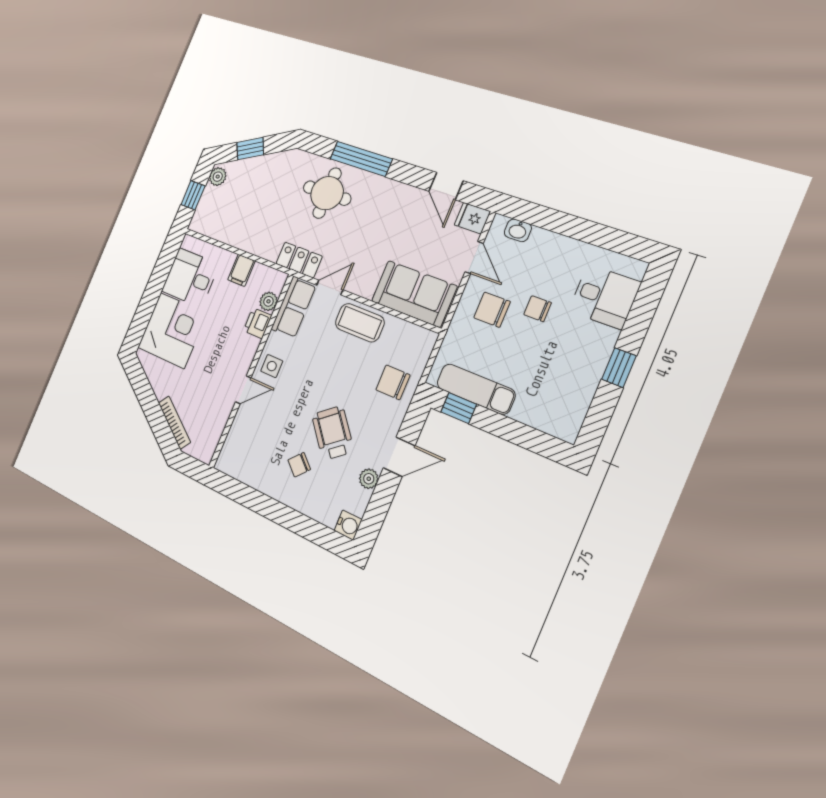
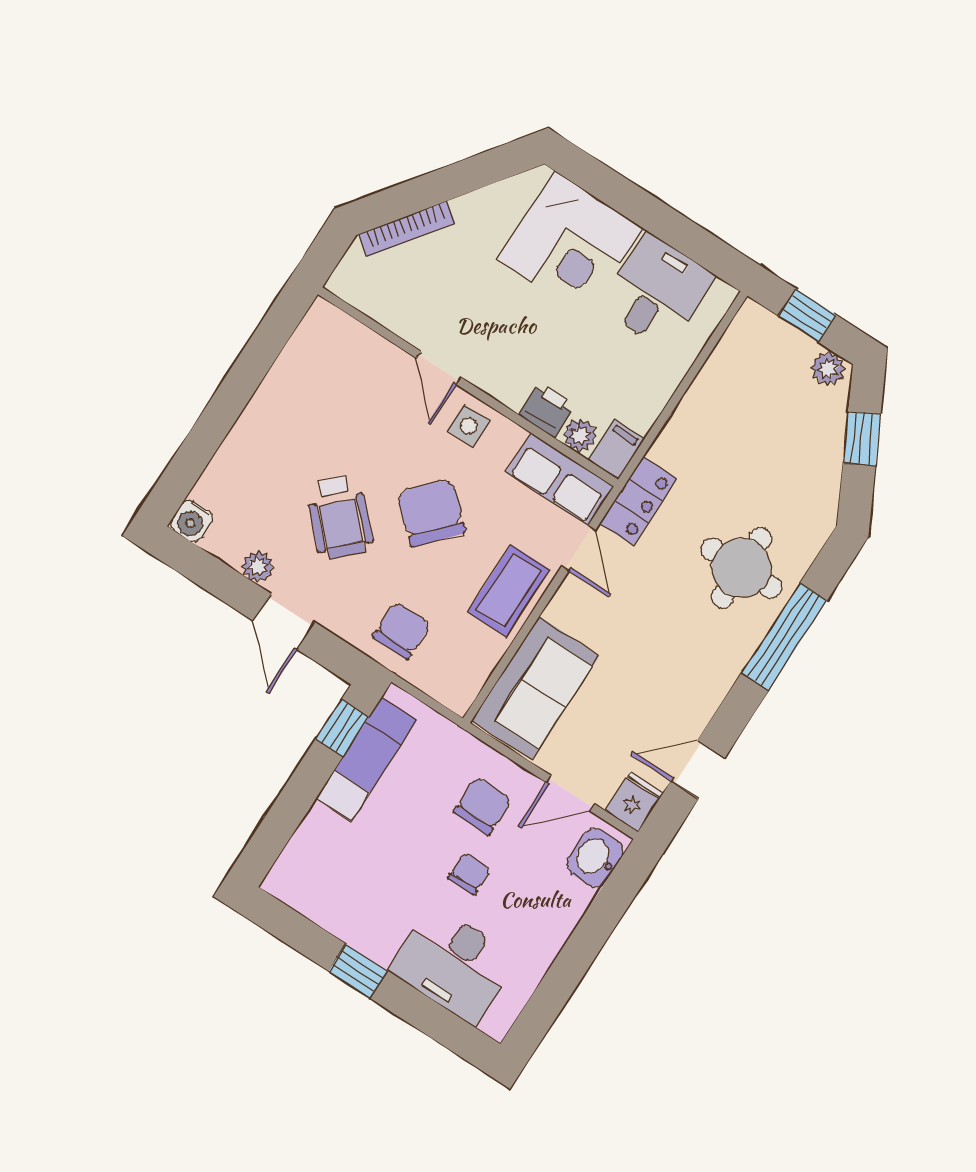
washbasin: (518, 230) -> (595, 858), width x1.38, depth x1.45
filing cabinet: (241, 270) -> (616, 449), moved, turned 90
desk: (605, 297) -> (454, 965), width x1.37
wheelchair: (333, 433) -> (340, 517), turned 84
chair: (299, 465) -> (431, 512), moved, width x1.87, depth x1.87

